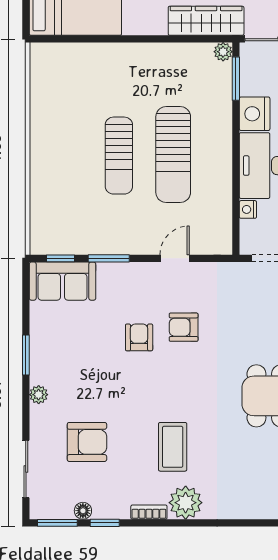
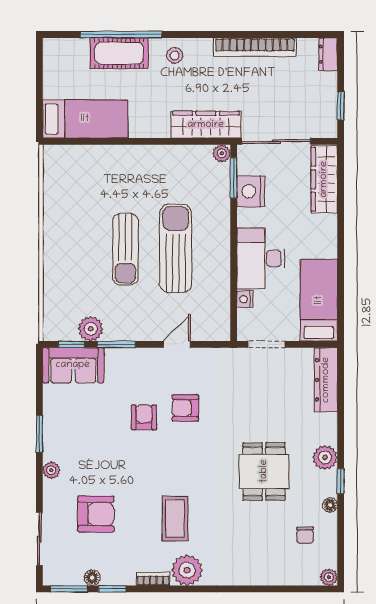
nightstand: (255, 114) -> (251, 191), moved
sun lounger: (173, 155) -> (176, 248), turned 180
plant: (81, 242) -> (91, 329), added

